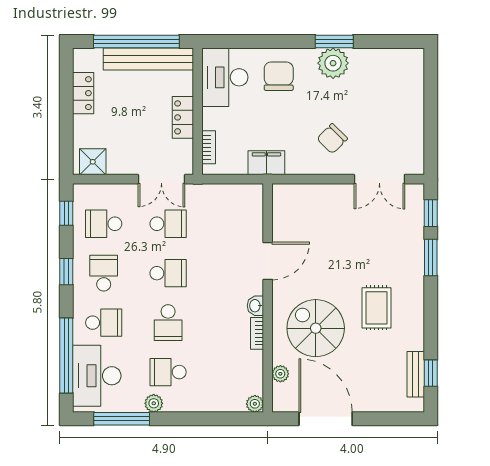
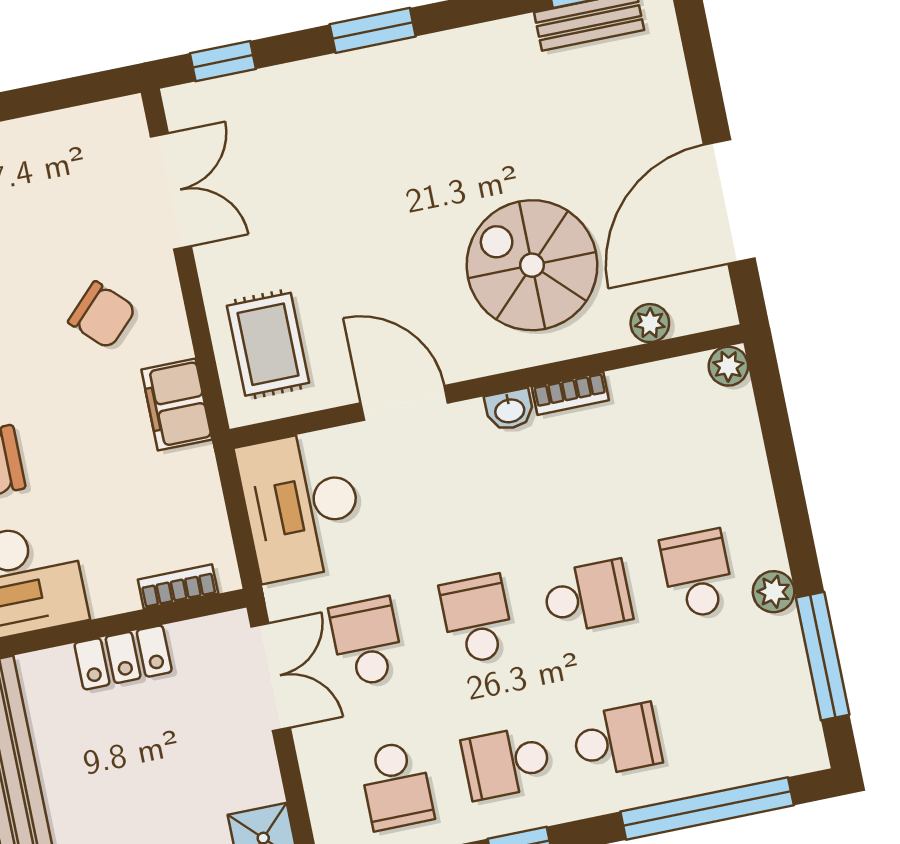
filing cabinet: (266, 163) -> (177, 404), moved
window: (431, 258) -> (373, 30), moved
rug: (376, 308) -> (268, 344), moved, turned 90
school desk: (104, 323) -> (617, 740), turned 90
spiral stairs: (316, 328) -> (532, 265), turned 90
school desk: (168, 372) -> (697, 574), turned 180
desk: (97, 376) -> (301, 505), moved, turned 90

